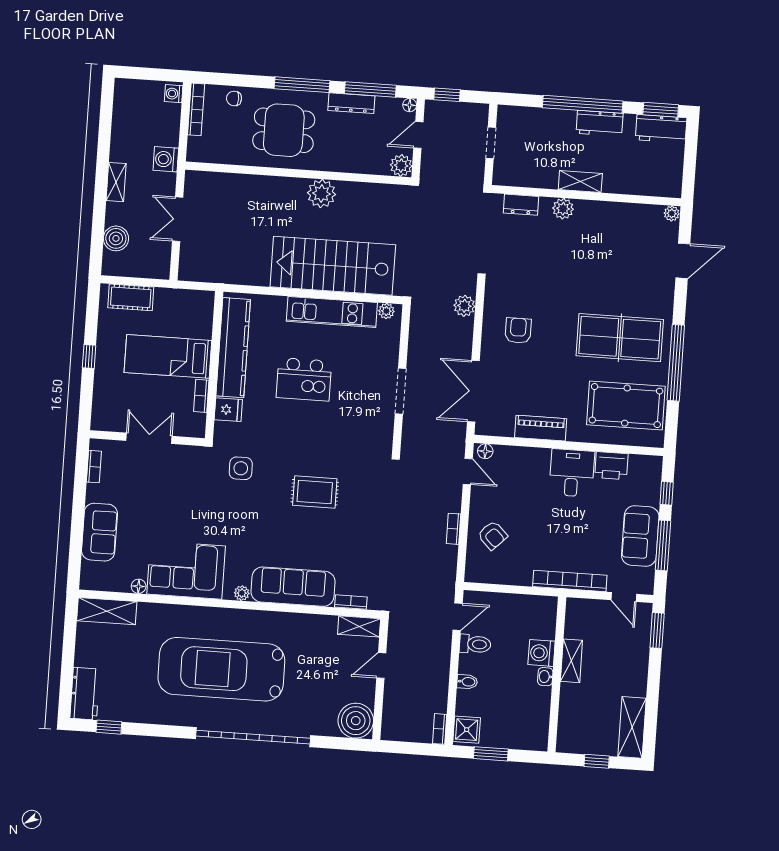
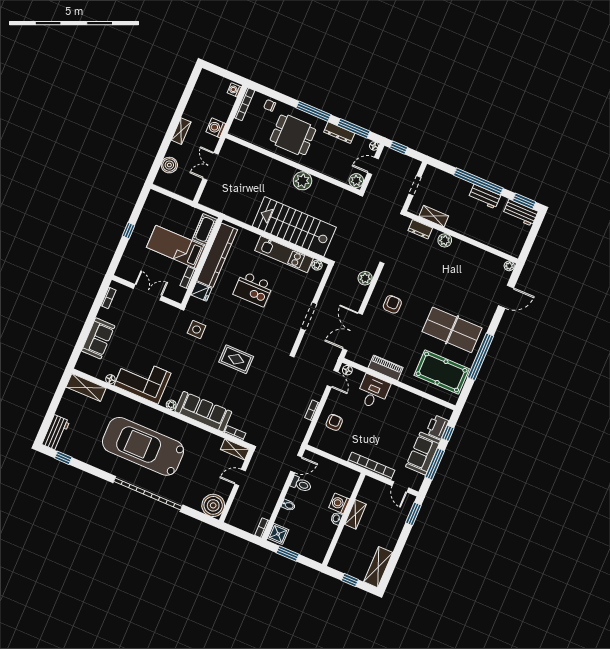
shelving: (580, 182) -> (434, 216), moved
cot: (131, 297) -> (205, 229), moved, turned 90
printer: (611, 466) -> (437, 427), moved, turned 90
desk: (572, 473) -> (373, 392), moved
armchair: (493, 535) -> (334, 422), turned -135

